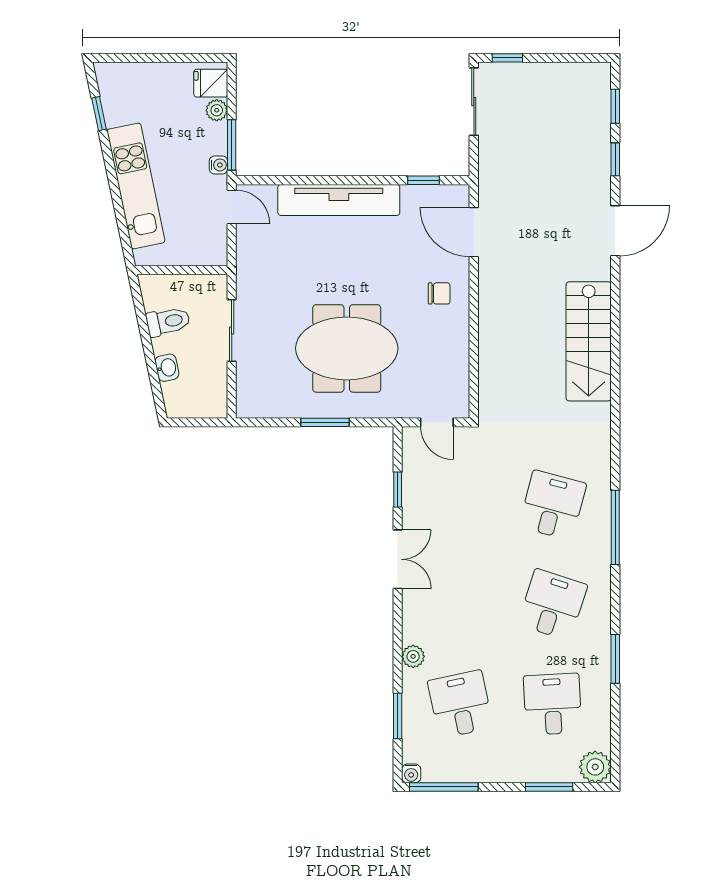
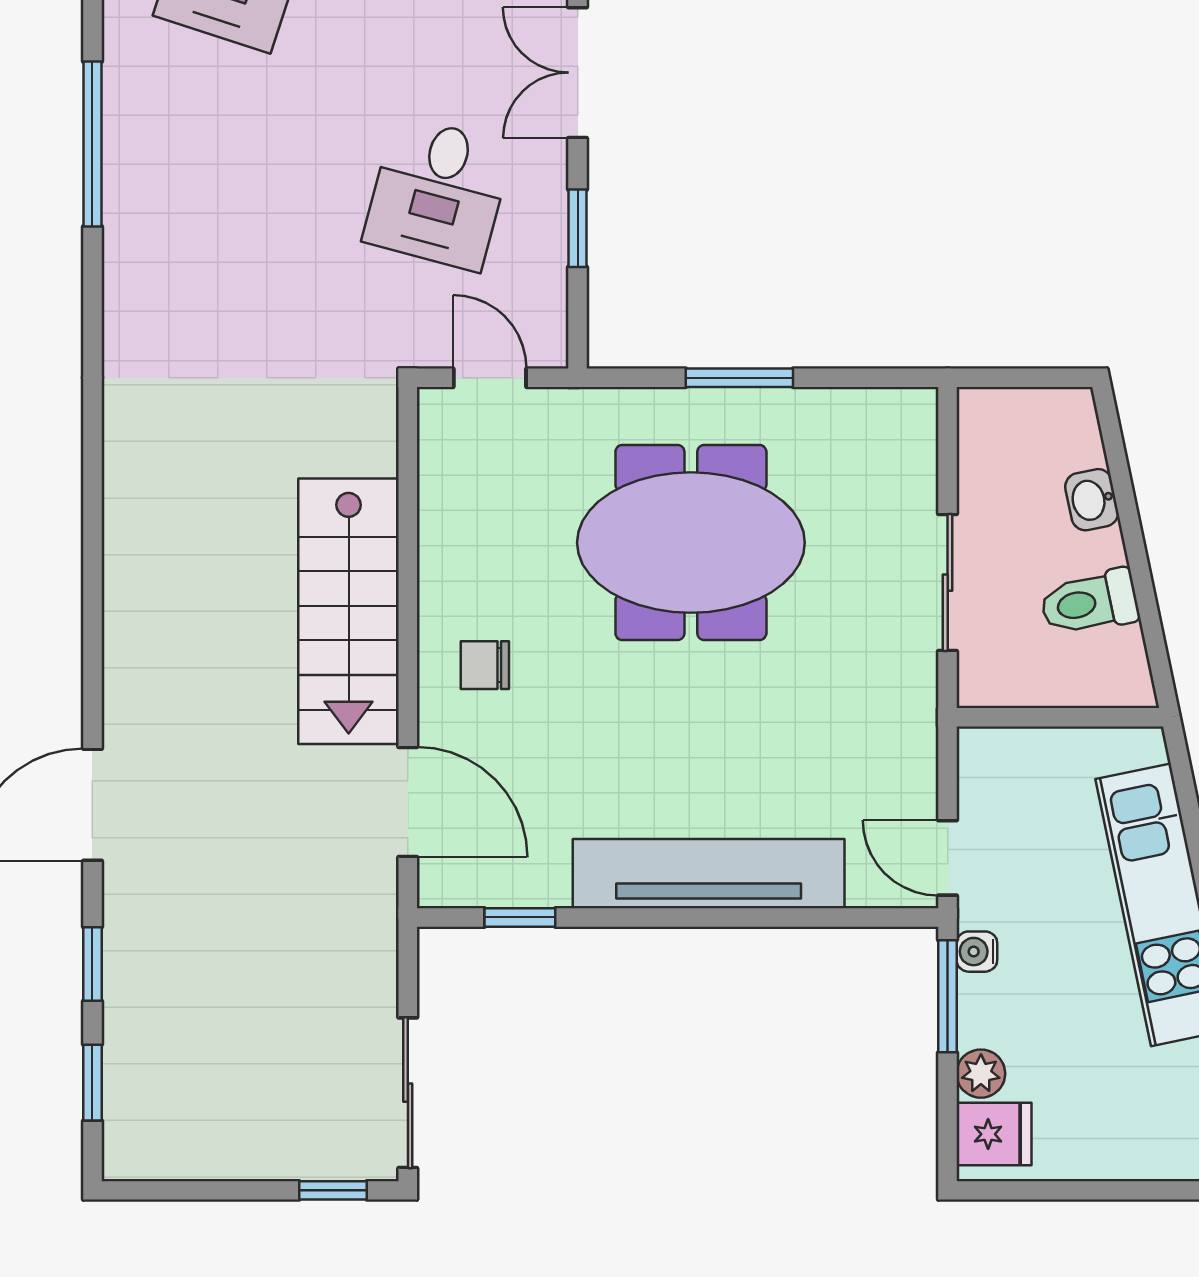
stairs: (589, 341) -> (349, 611), moved, turned 180
desk: (553, 505) -> (438, 193), moved

